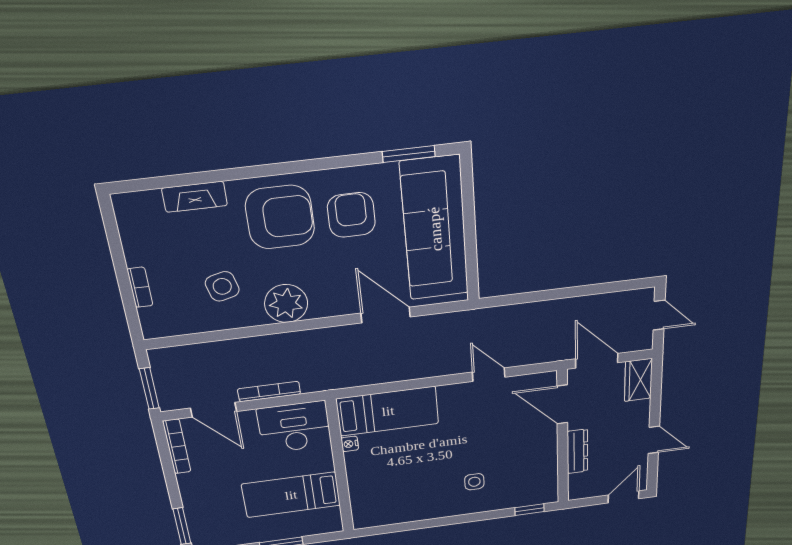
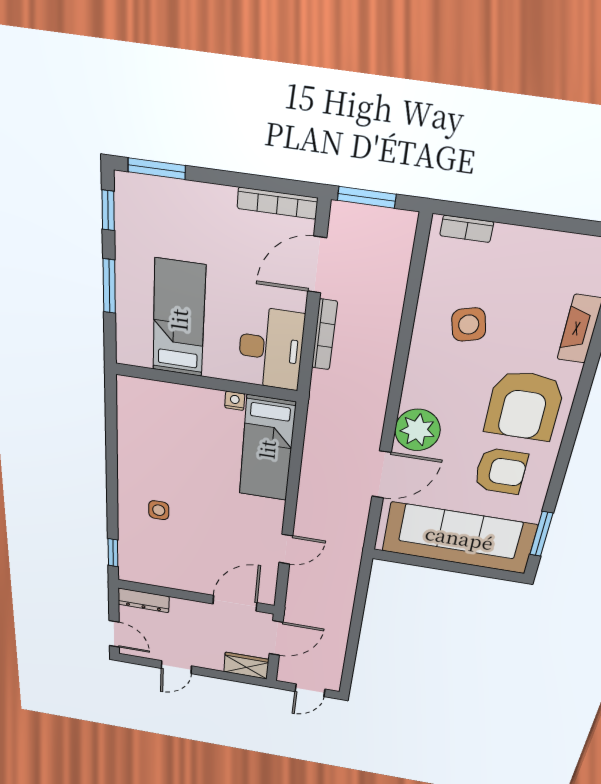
bookcase: (140, 287) -> (467, 229), moved
plant: (286, 304) -> (417, 430), moved
dresser: (577, 451) -> (144, 600), moved

